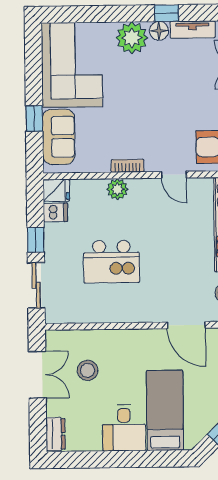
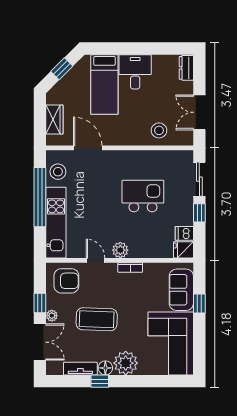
coffee table: (171, 96) -> (97, 319), added
plant: (117, 189) -> (120, 250), moved
stool: (88, 370) -> (159, 130), moved

